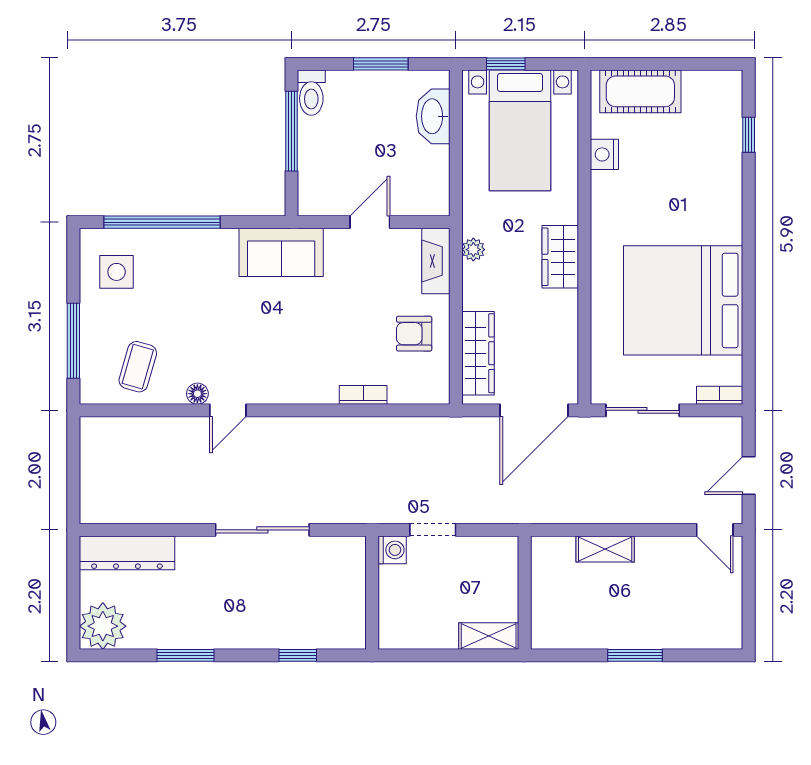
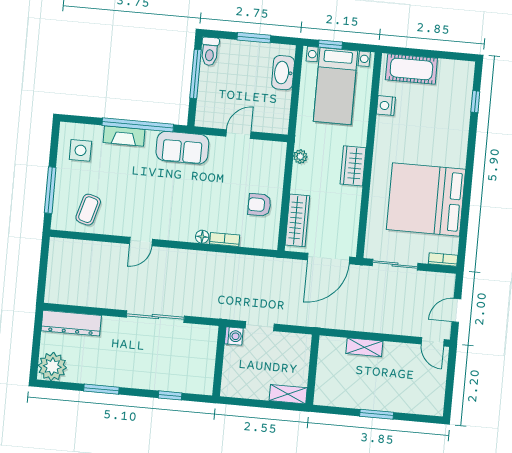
window: (162, 222) -> (138, 125), moved
fireplace: (436, 261) -> (124, 136), moved, turned -90
floor lamp: (197, 394) -> (202, 237), moved

